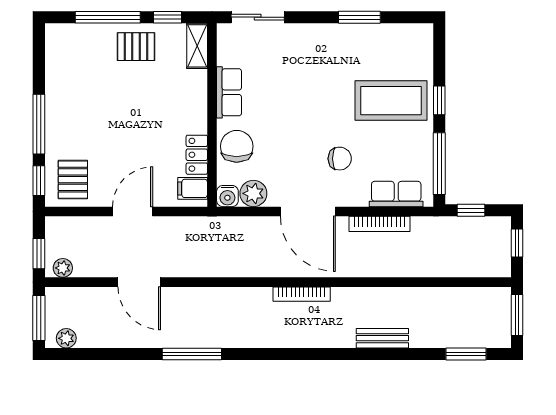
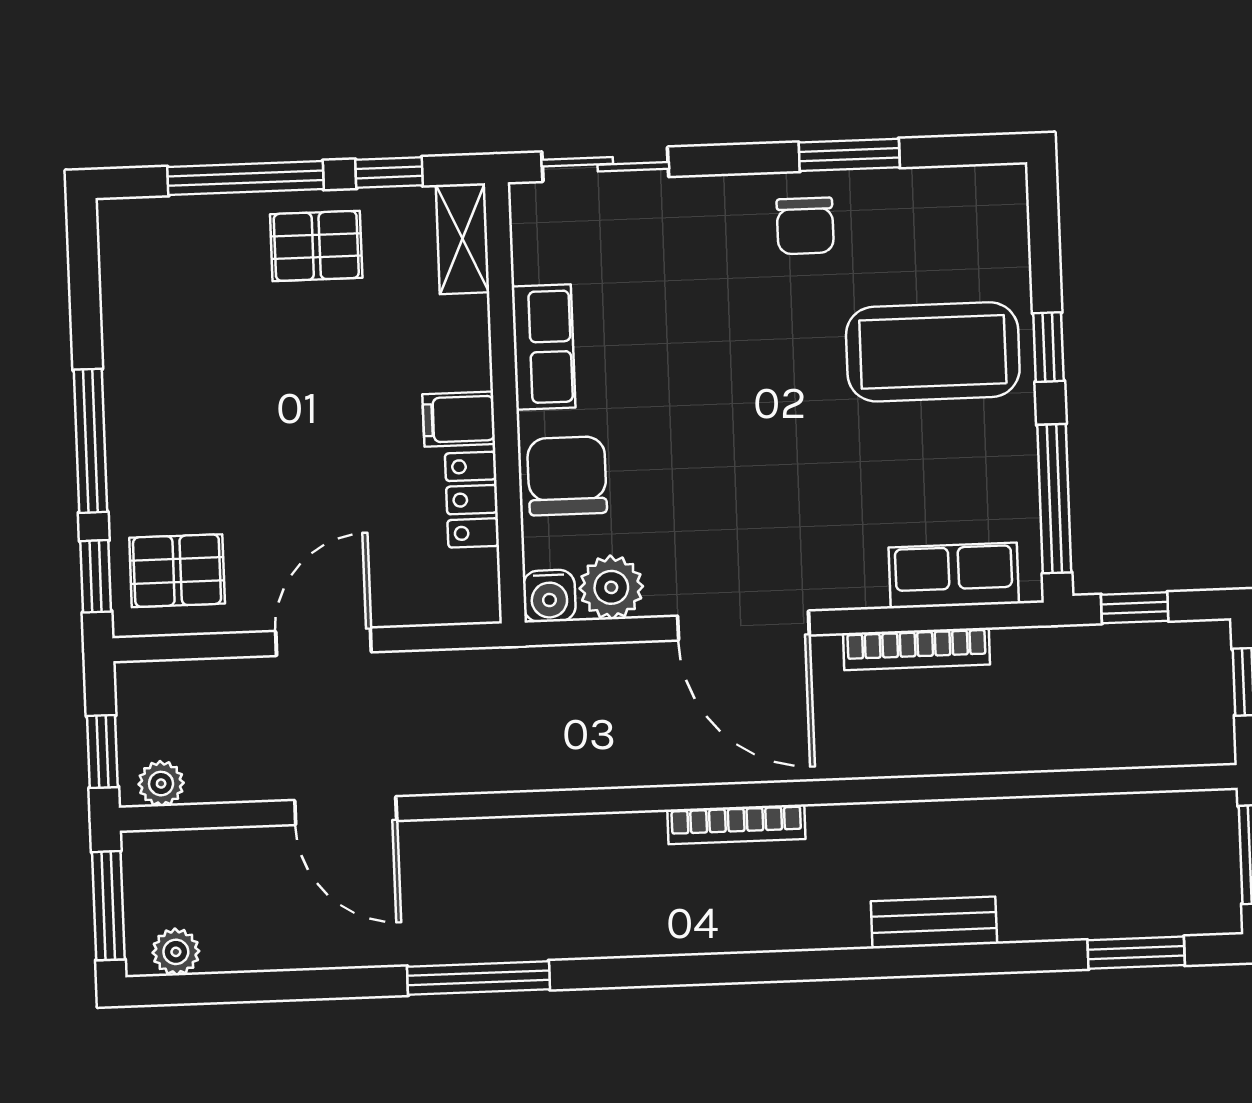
chair: (340, 159) -> (805, 226), moved, turned 90
pallet: (73, 180) -> (177, 571), turned 90
filing cabinet: (193, 188) -> (459, 419), moved

